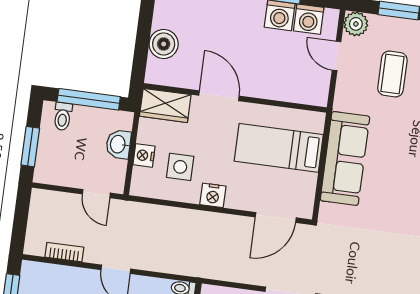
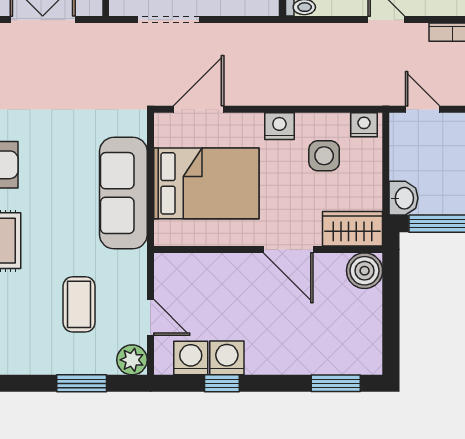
boiler: (164, 44) -> (365, 271), moved
washbasin: (118, 144) -> (404, 198), moved
bed: (279, 148) -> (206, 183), width x1.50
nightstand: (144, 155) -> (364, 125), moved, turned -90

